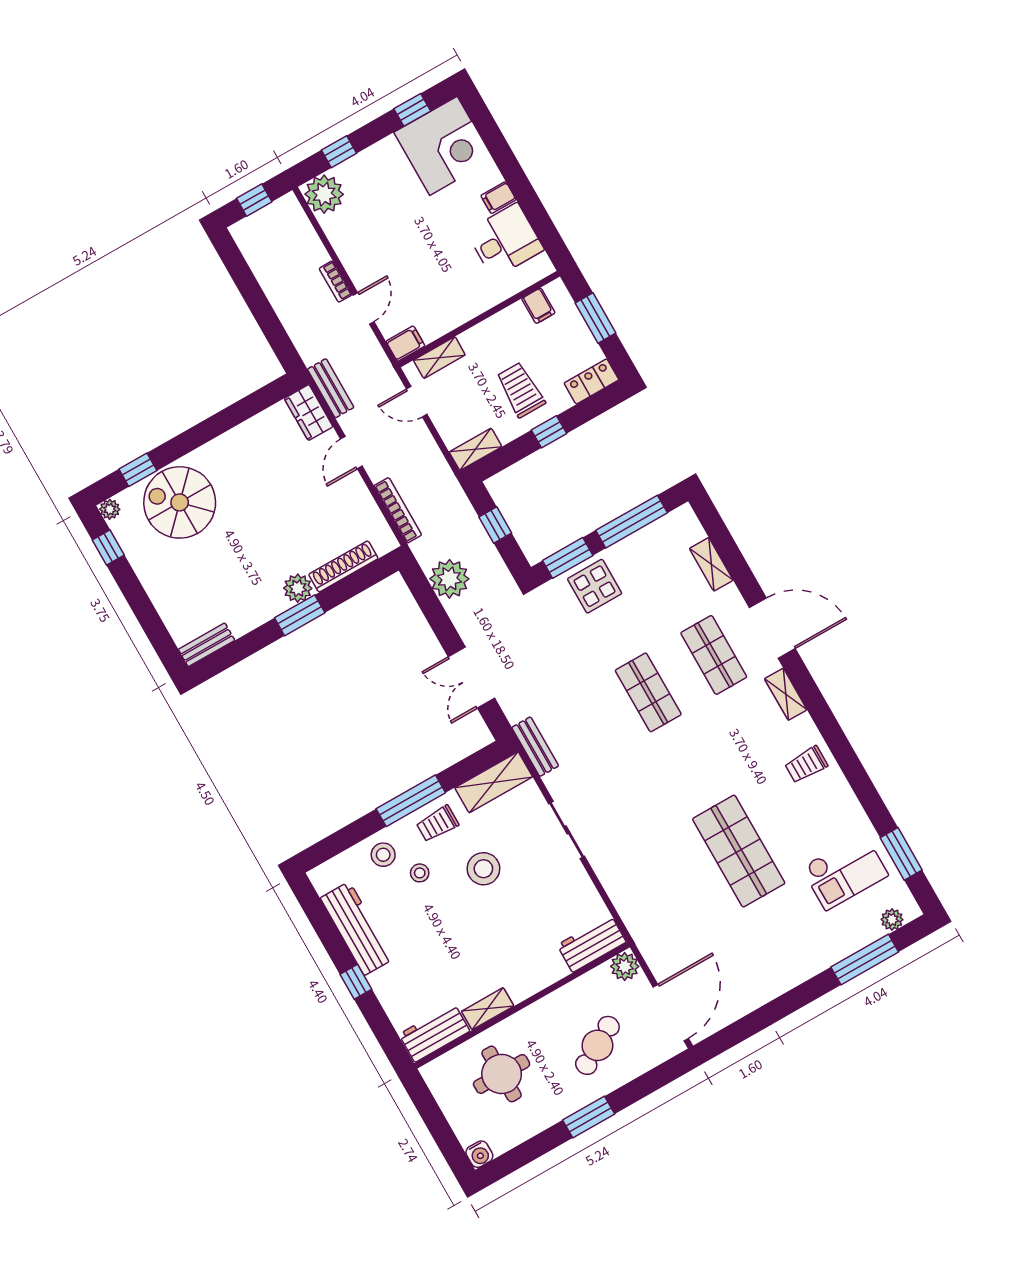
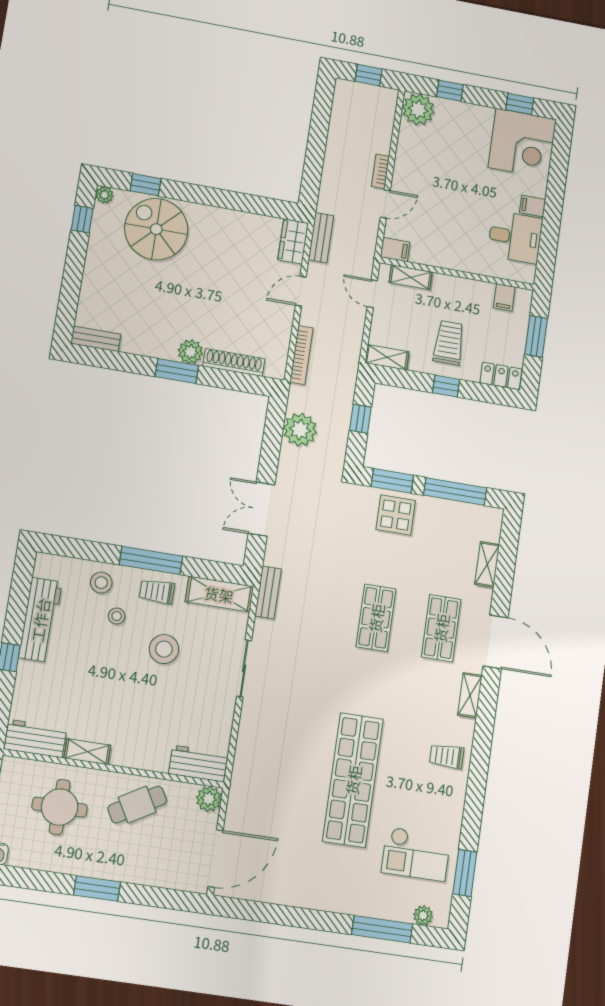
shop shelf: (739, 851) -> (353, 780), width x1.40
cafe table: (597, 1045) -> (137, 805), moved

